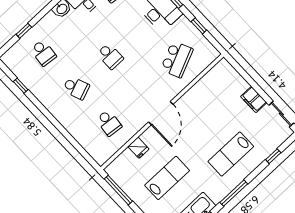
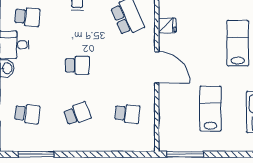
window: (21, 86) -> (36, 154), width x2.17
fridge: (138, 148) -> (167, 25), moved
lab bench: (231, 154) -> (238, 43), turned 180

